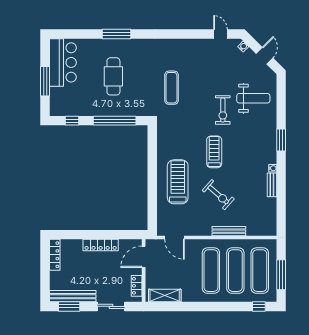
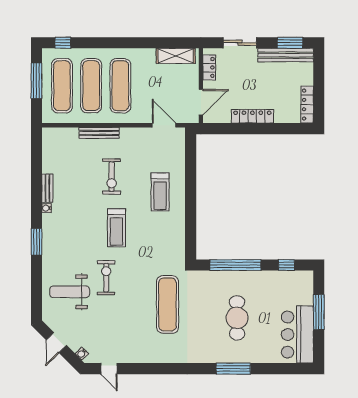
exercise mat: (172, 88) -> (168, 304), width x1.36, depth x1.45
treadmill: (178, 182) -> (160, 192), width x0.73, depth x0.73
exercise bike: (218, 195) -> (112, 177), turned -131

